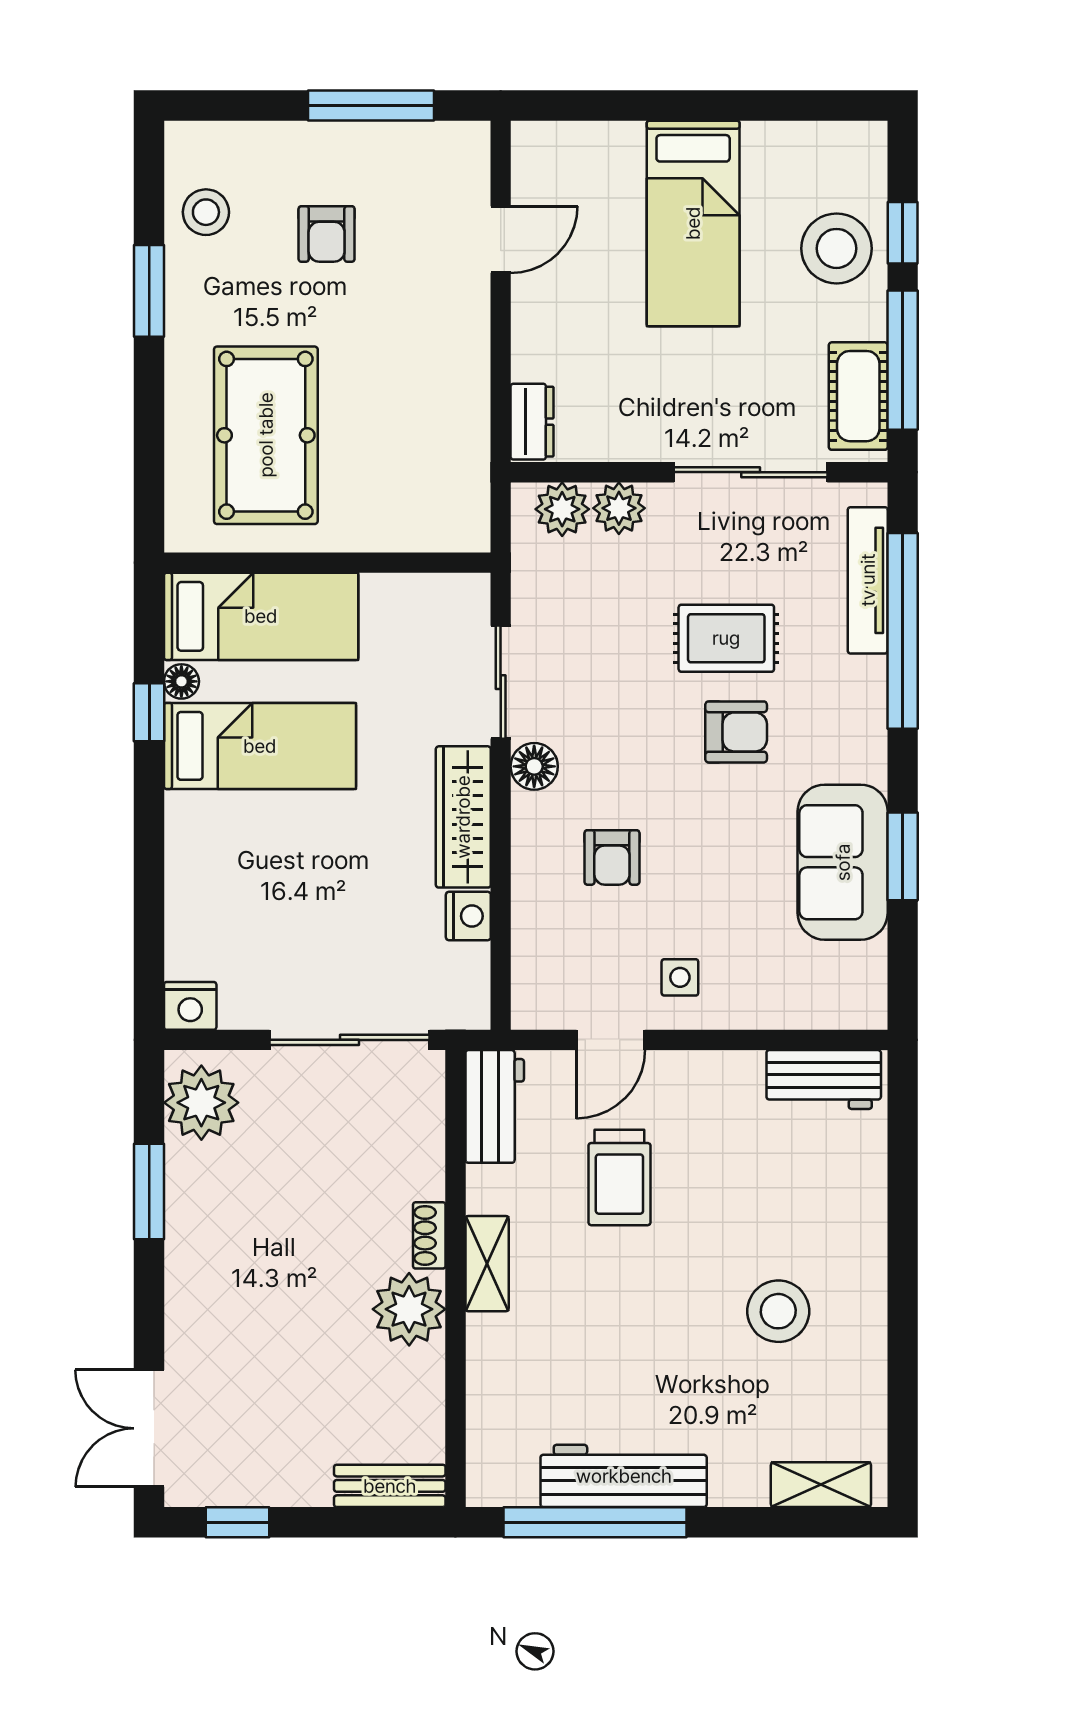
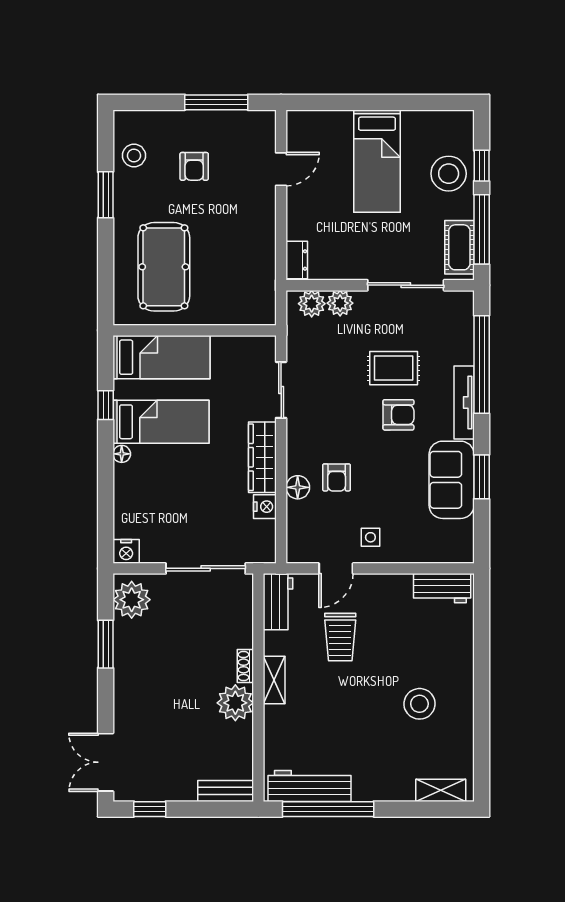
tv unit: (868, 580) -> (464, 403), moved
floor lamp: (181, 681) -> (122, 454), moved
floor lamp: (534, 766) -> (298, 487), moved
workbench: (624, 1476) -> (309, 786), moved

